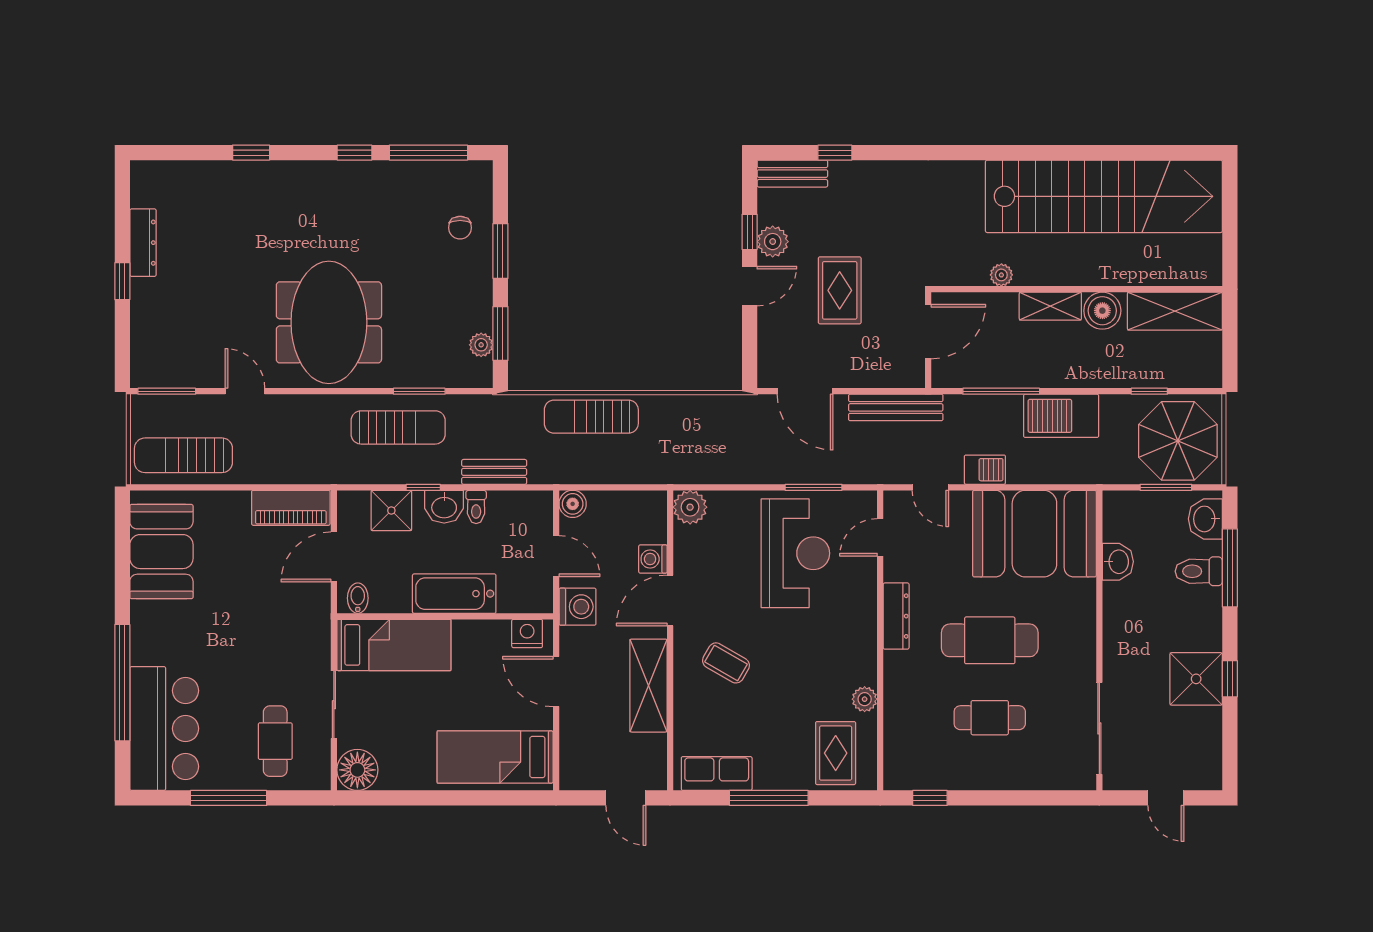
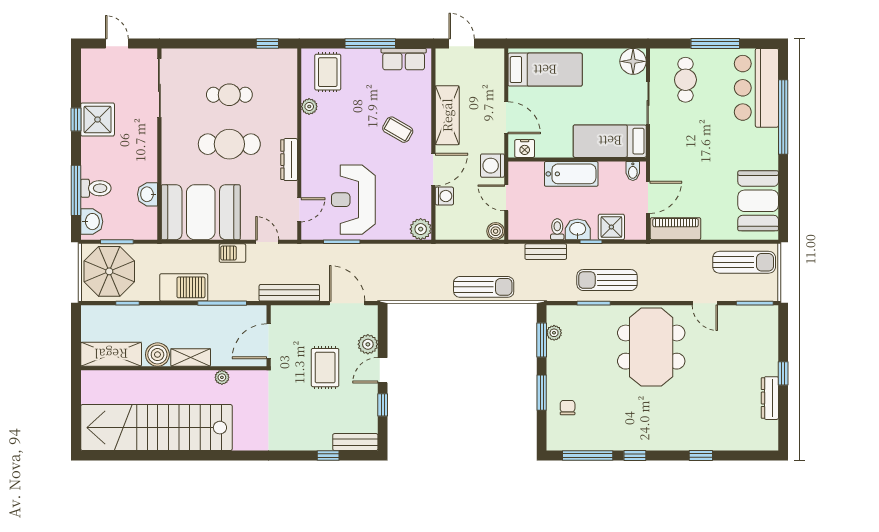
plant: (773, 242) -> (368, 344), moved

